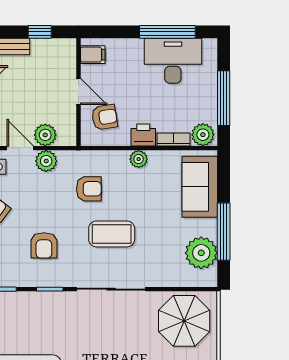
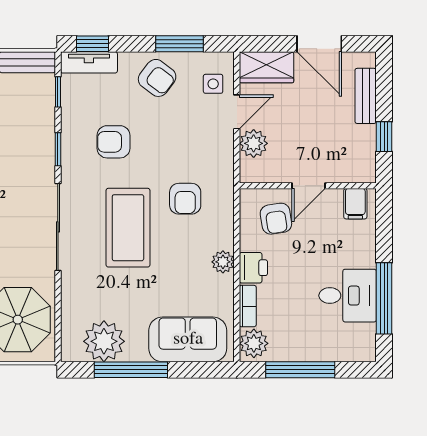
desk: (173, 61) -> (348, 296), width x0.73
plant: (46, 161) -> (220, 145), removed
coffee table: (112, 234) -> (128, 228), width x1.36, depth x1.32

